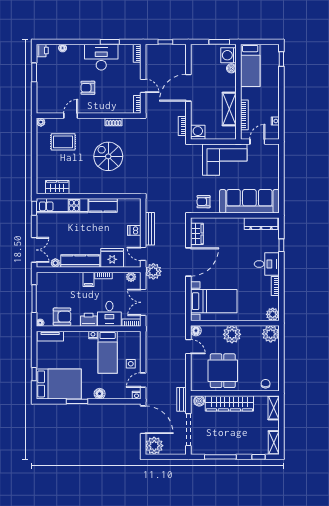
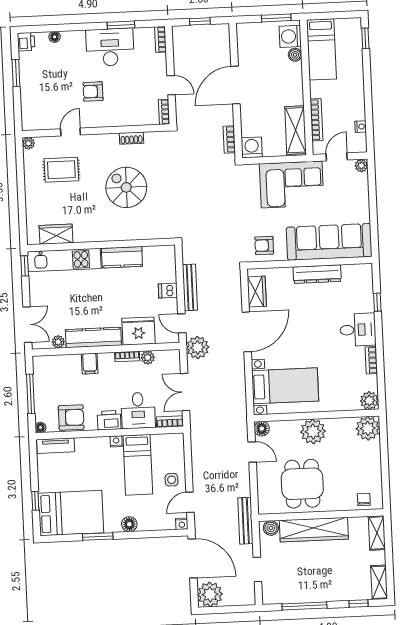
shelving: (229, 109) -> (295, 130), moved
plant: (274, 149) -> (361, 166), added
dresser: (261, 224) -> (317, 274), moved
plant: (131, 277) -> (148, 358), moved
filing cabinet: (88, 279) -> (90, 364), moved
bench: (182, 399) -> (245, 521), width x1.36
doorway: (188, 430) -> (257, 569), width x0.53

